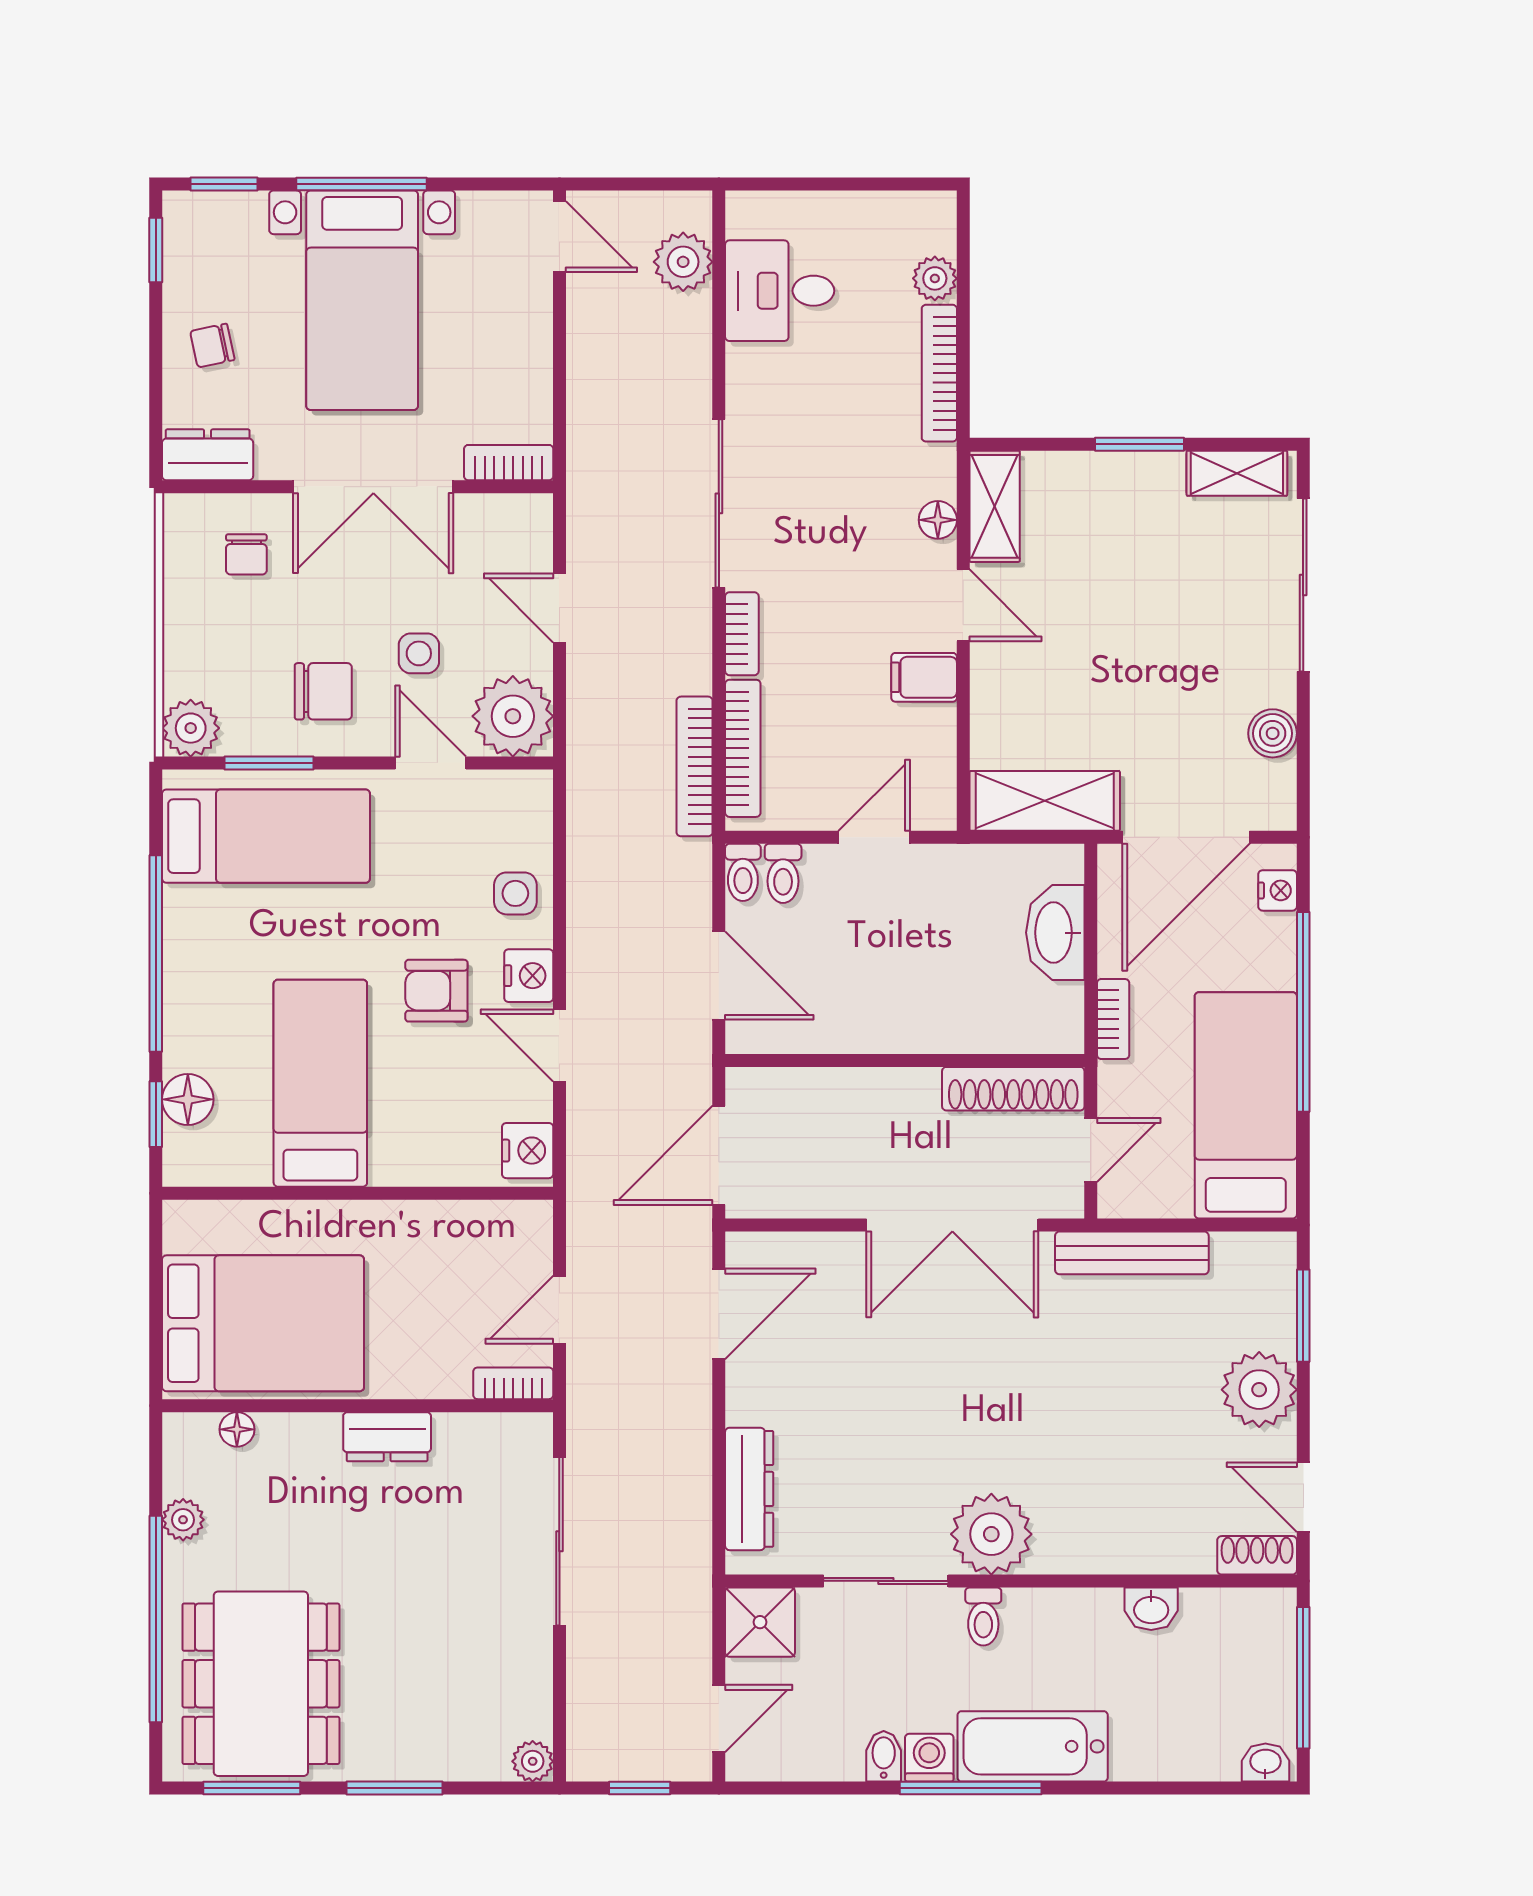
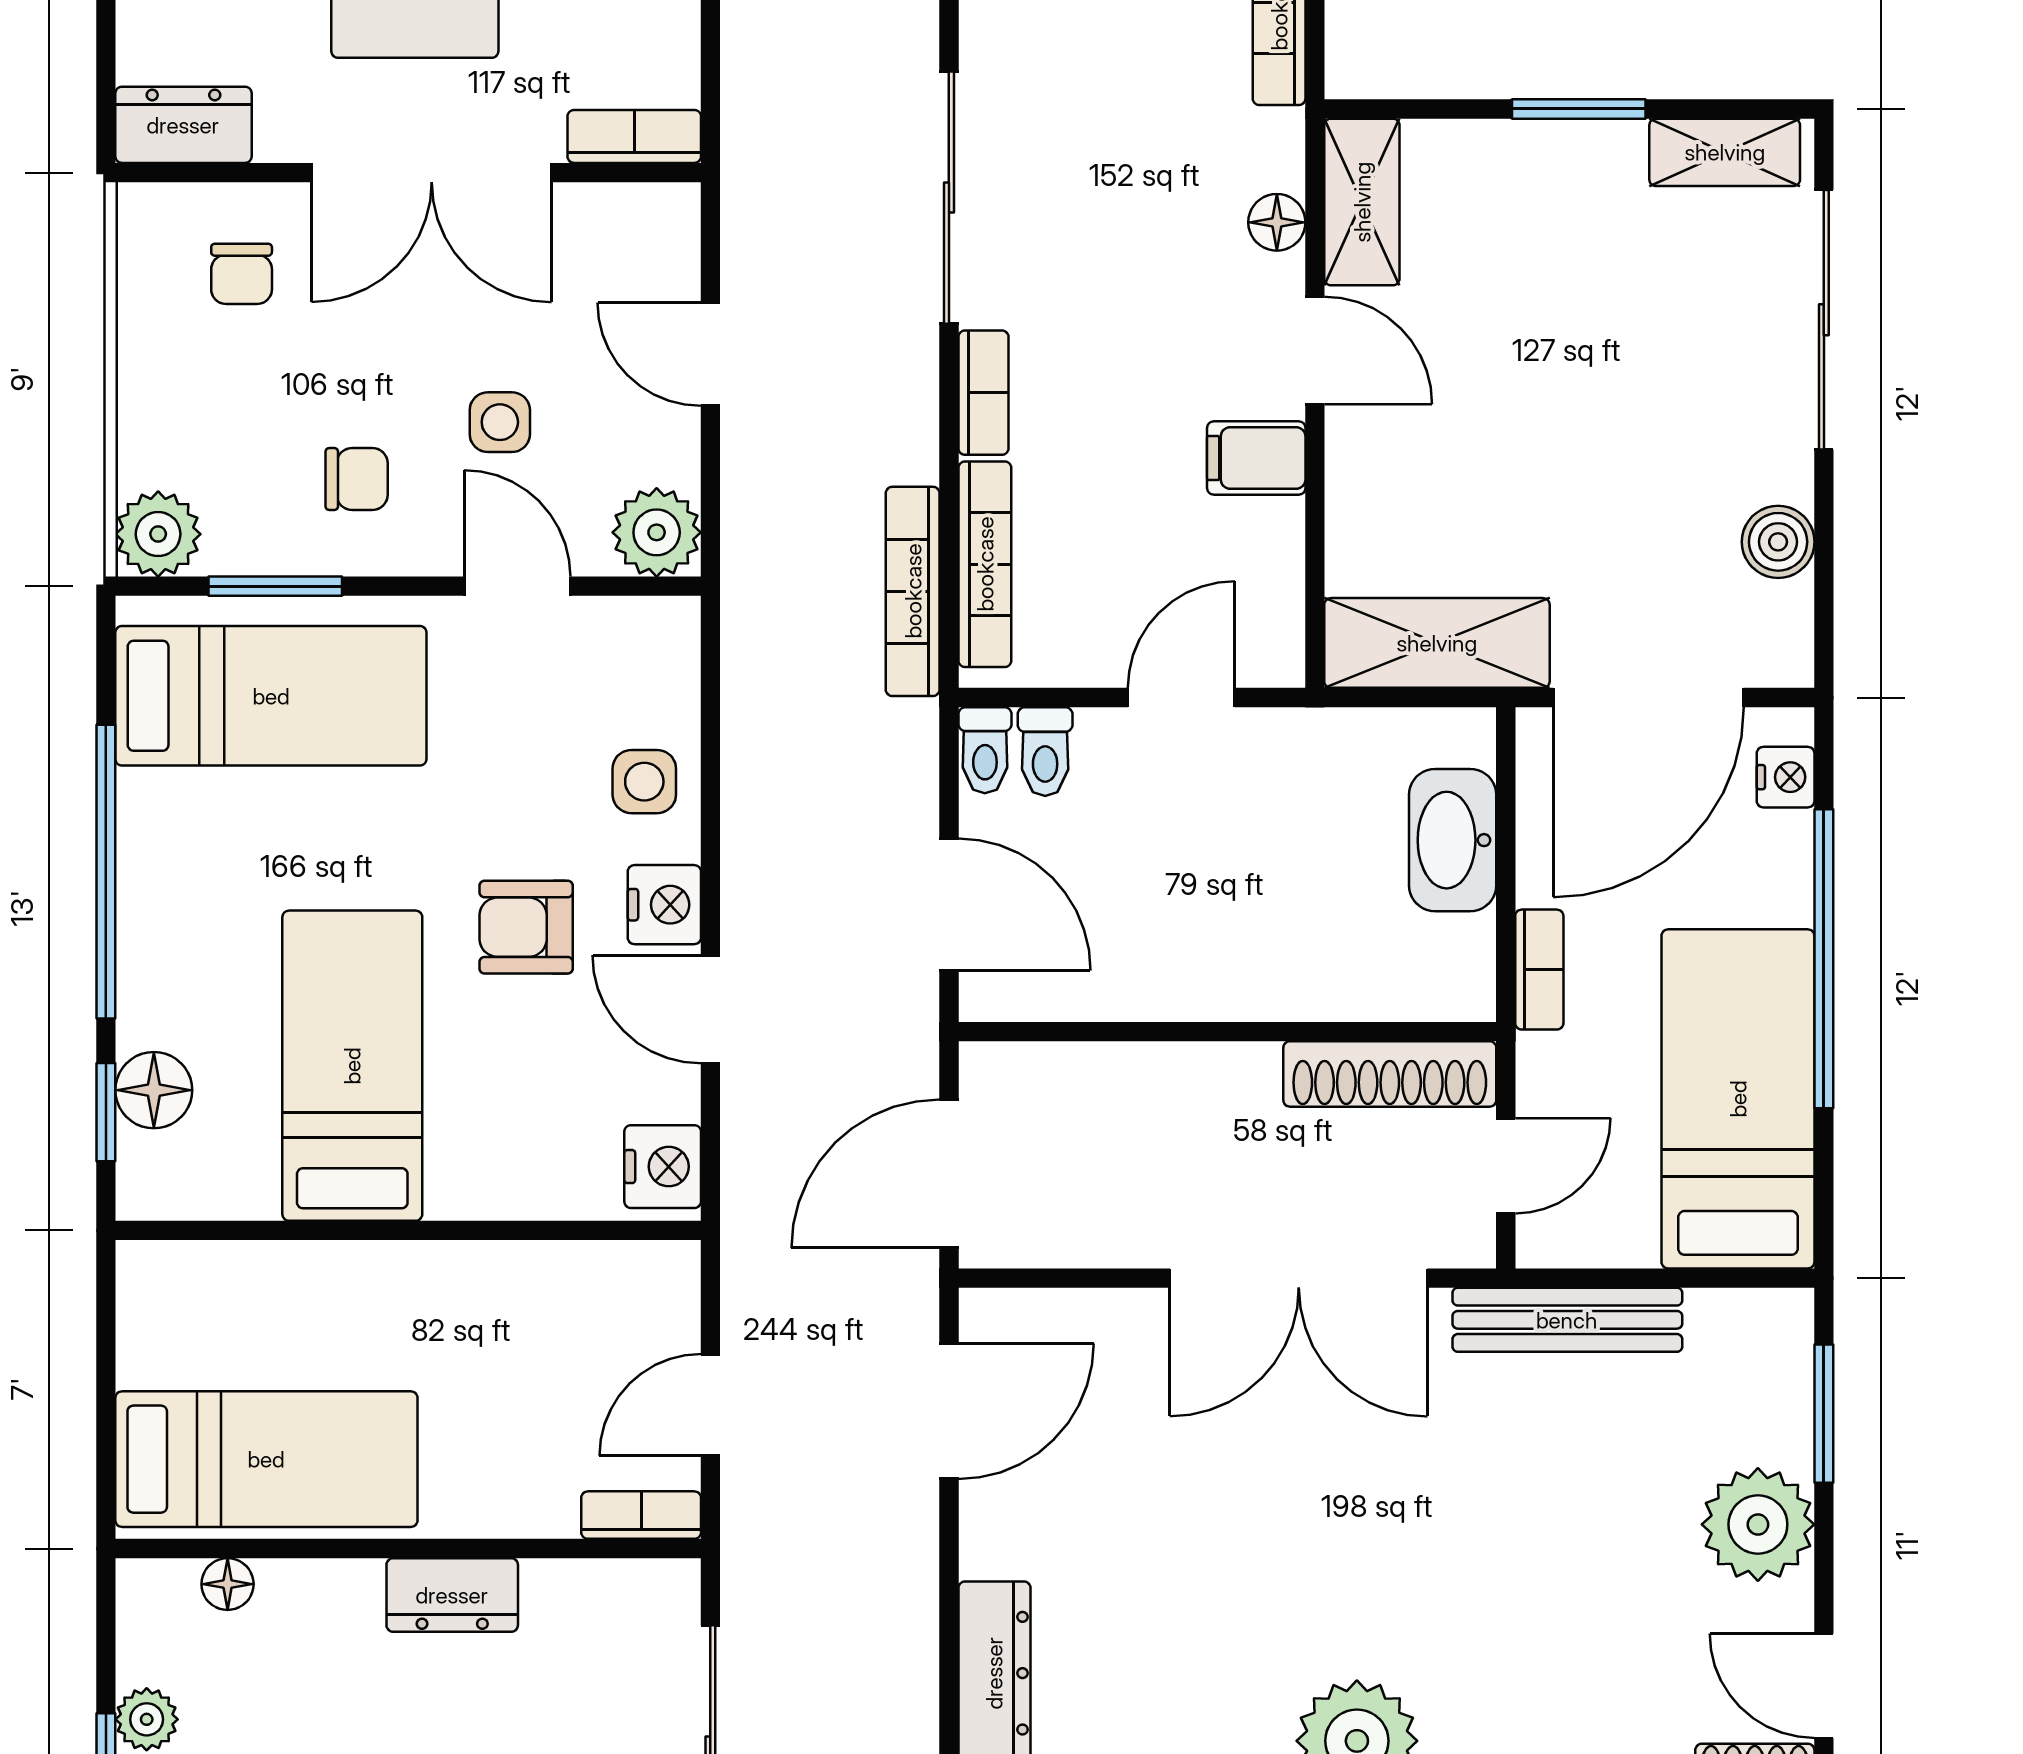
chair: (323, 691) -> (357, 479), width x0.73, depth x0.73
plant: (513, 716) -> (657, 532), width x0.73, depth x0.73
bed: (263, 1323) -> (266, 1459), width x0.67

